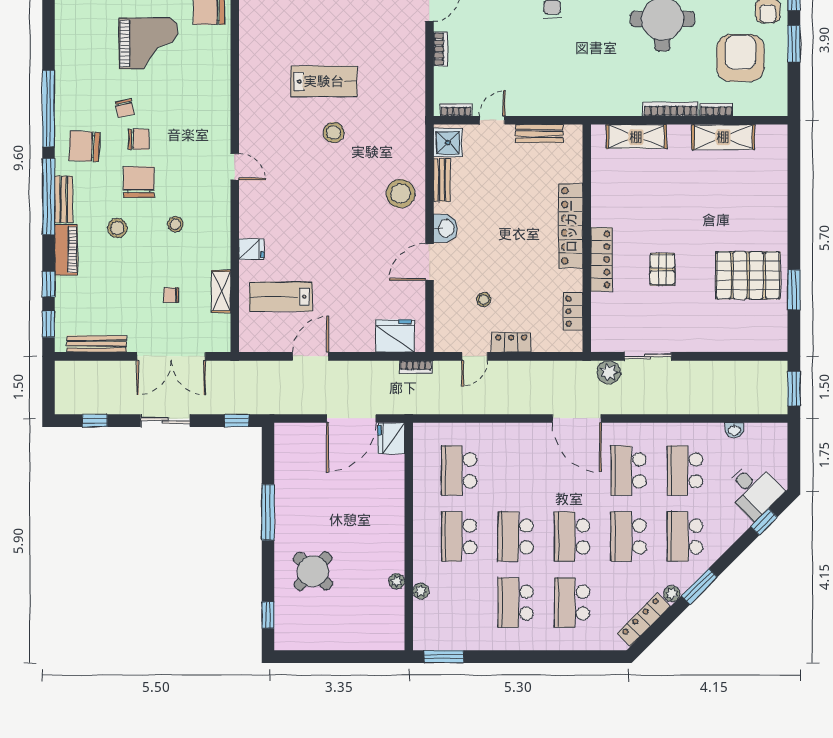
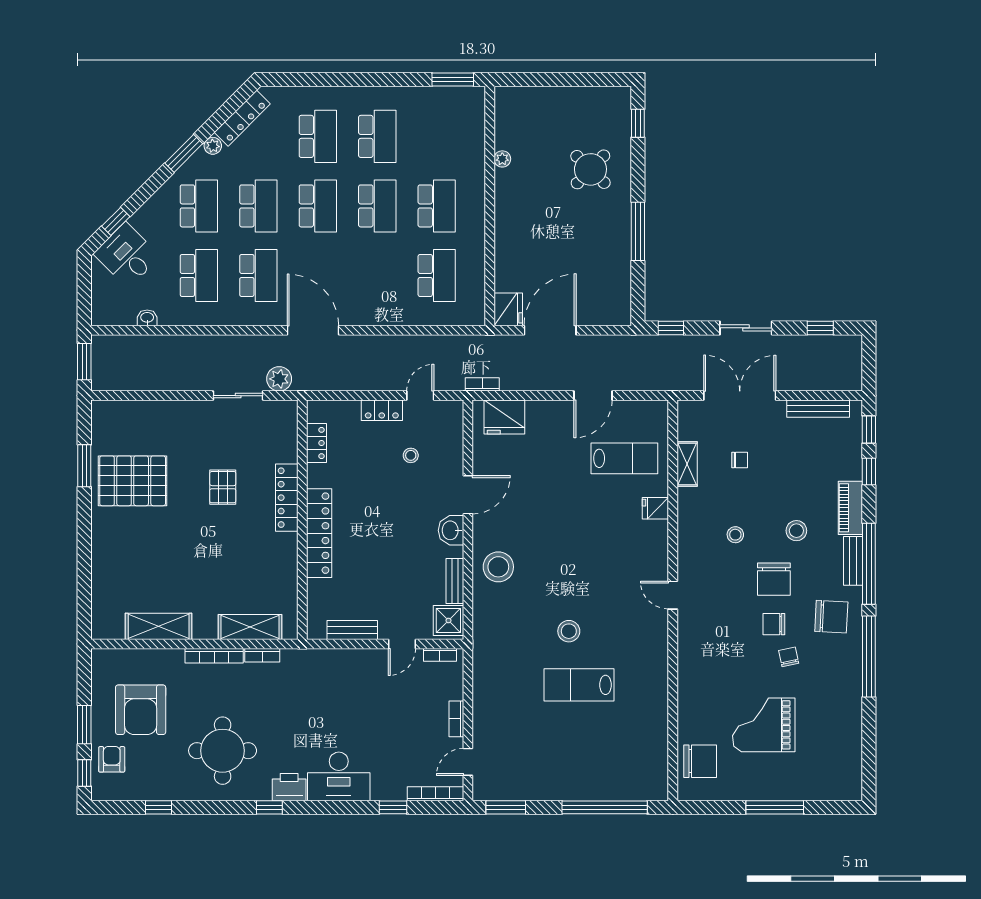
bookcase: (716, 110) -> (262, 655), moved
plant: (421, 591) -> (477, 149), removed

